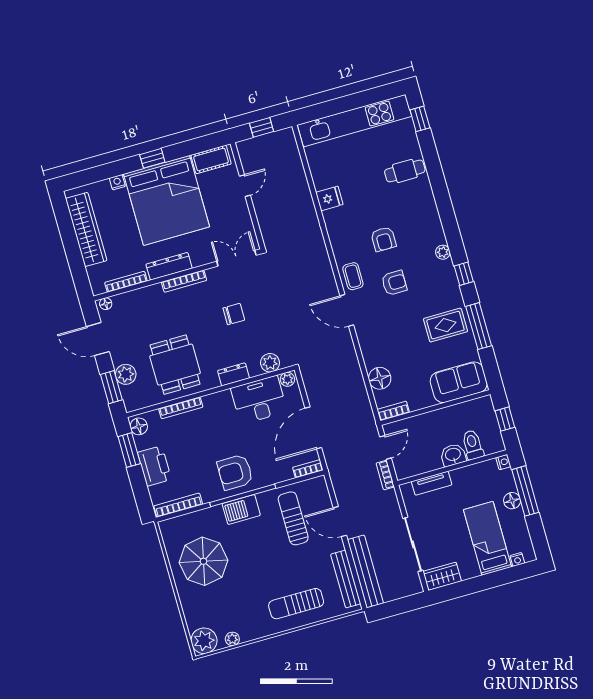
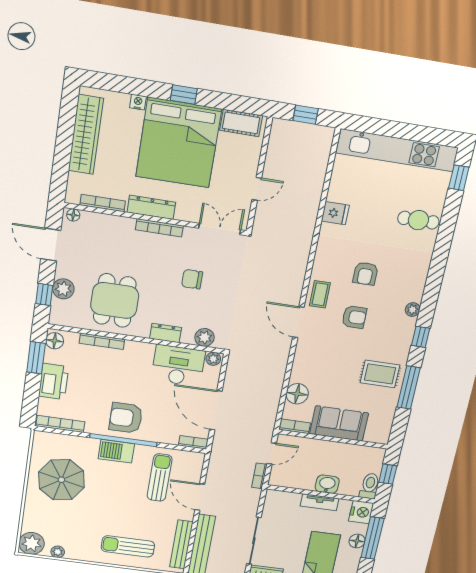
door: (245, 186) -> (257, 189), moved
chair: (234, 314) -> (192, 279), turned 180
sofa: (459, 382) -> (339, 423), moved
window: (111, 387) -> (44, 295), width x0.67
door: (313, 428) -> (216, 410), hinge flipped
toilet: (473, 445) -> (370, 486), moved
nightstand: (503, 462) -> (361, 512), width x1.89, depth x1.79
tv unit: (432, 483) -> (320, 502), moved

